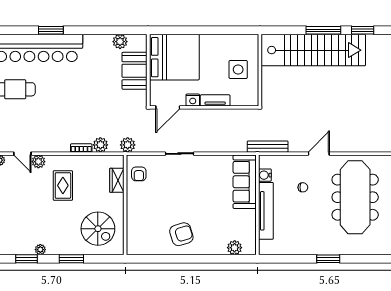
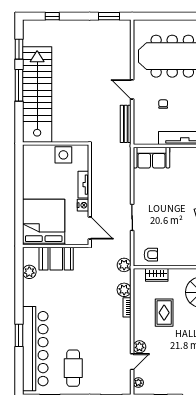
side table: (238, 69) -> (63, 155), moved
bench: (268, 147) -> (126, 124), moved
water cooler: (265, 175) -> (152, 139), removed
sofa: (245, 182) -> (151, 158), width x0.73
rug: (63, 185) -> (164, 313), moved, turned 90

